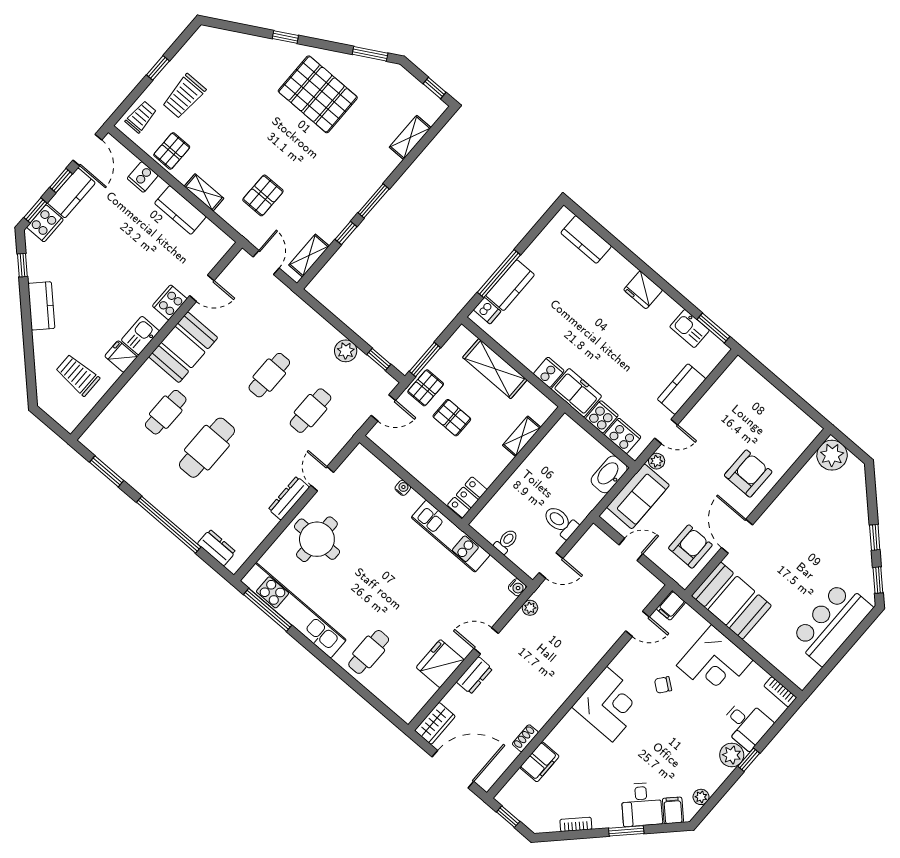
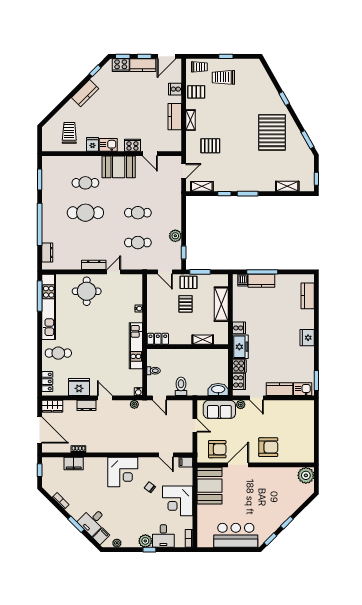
kitchen sink: (690, 329) -> (303, 389), moved, turned 90
locker: (395, 701) -> (47, 382), added

